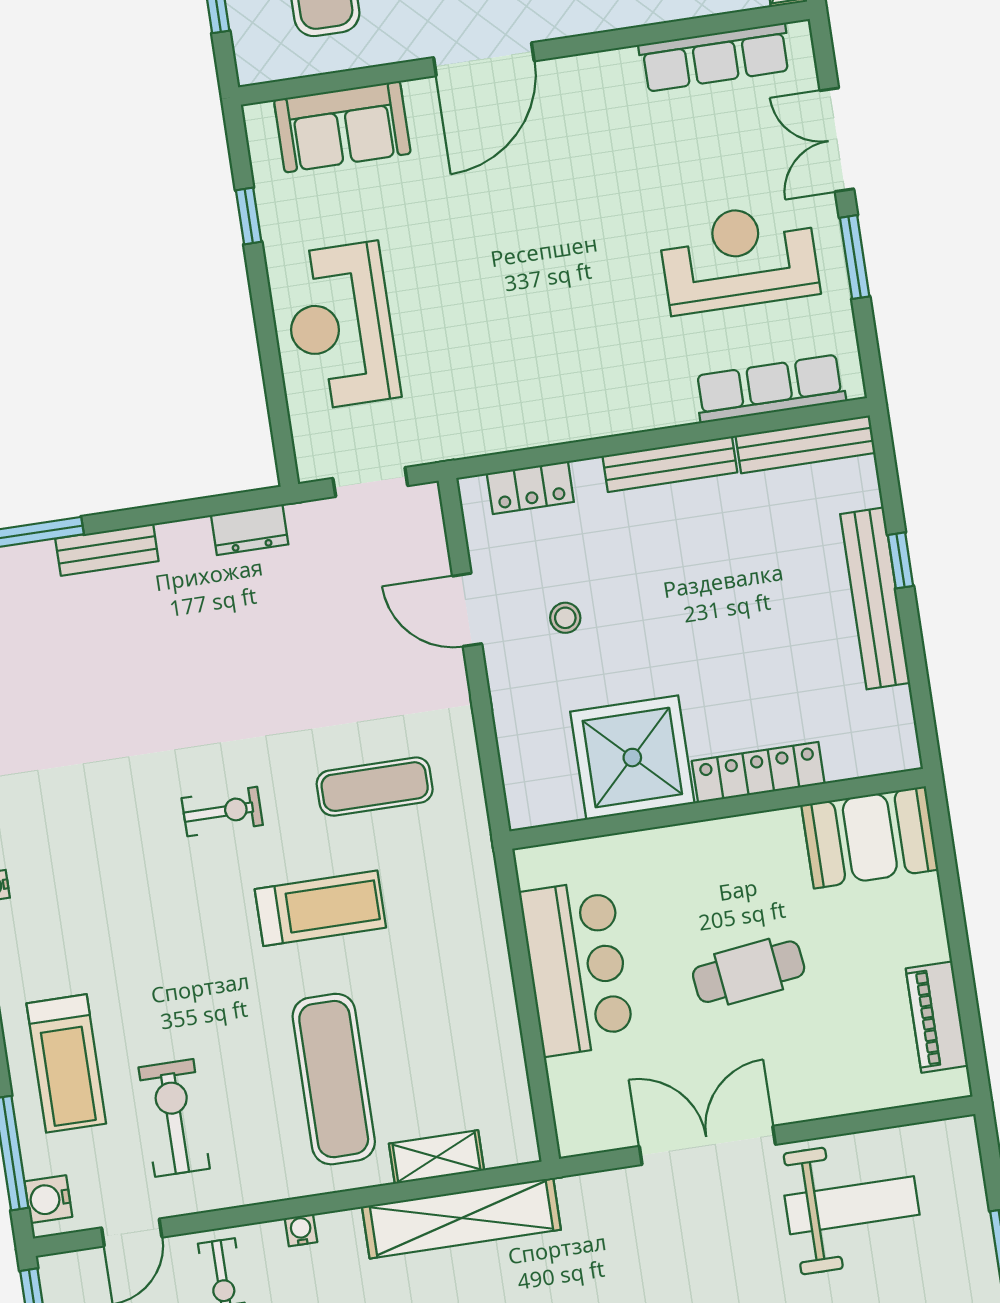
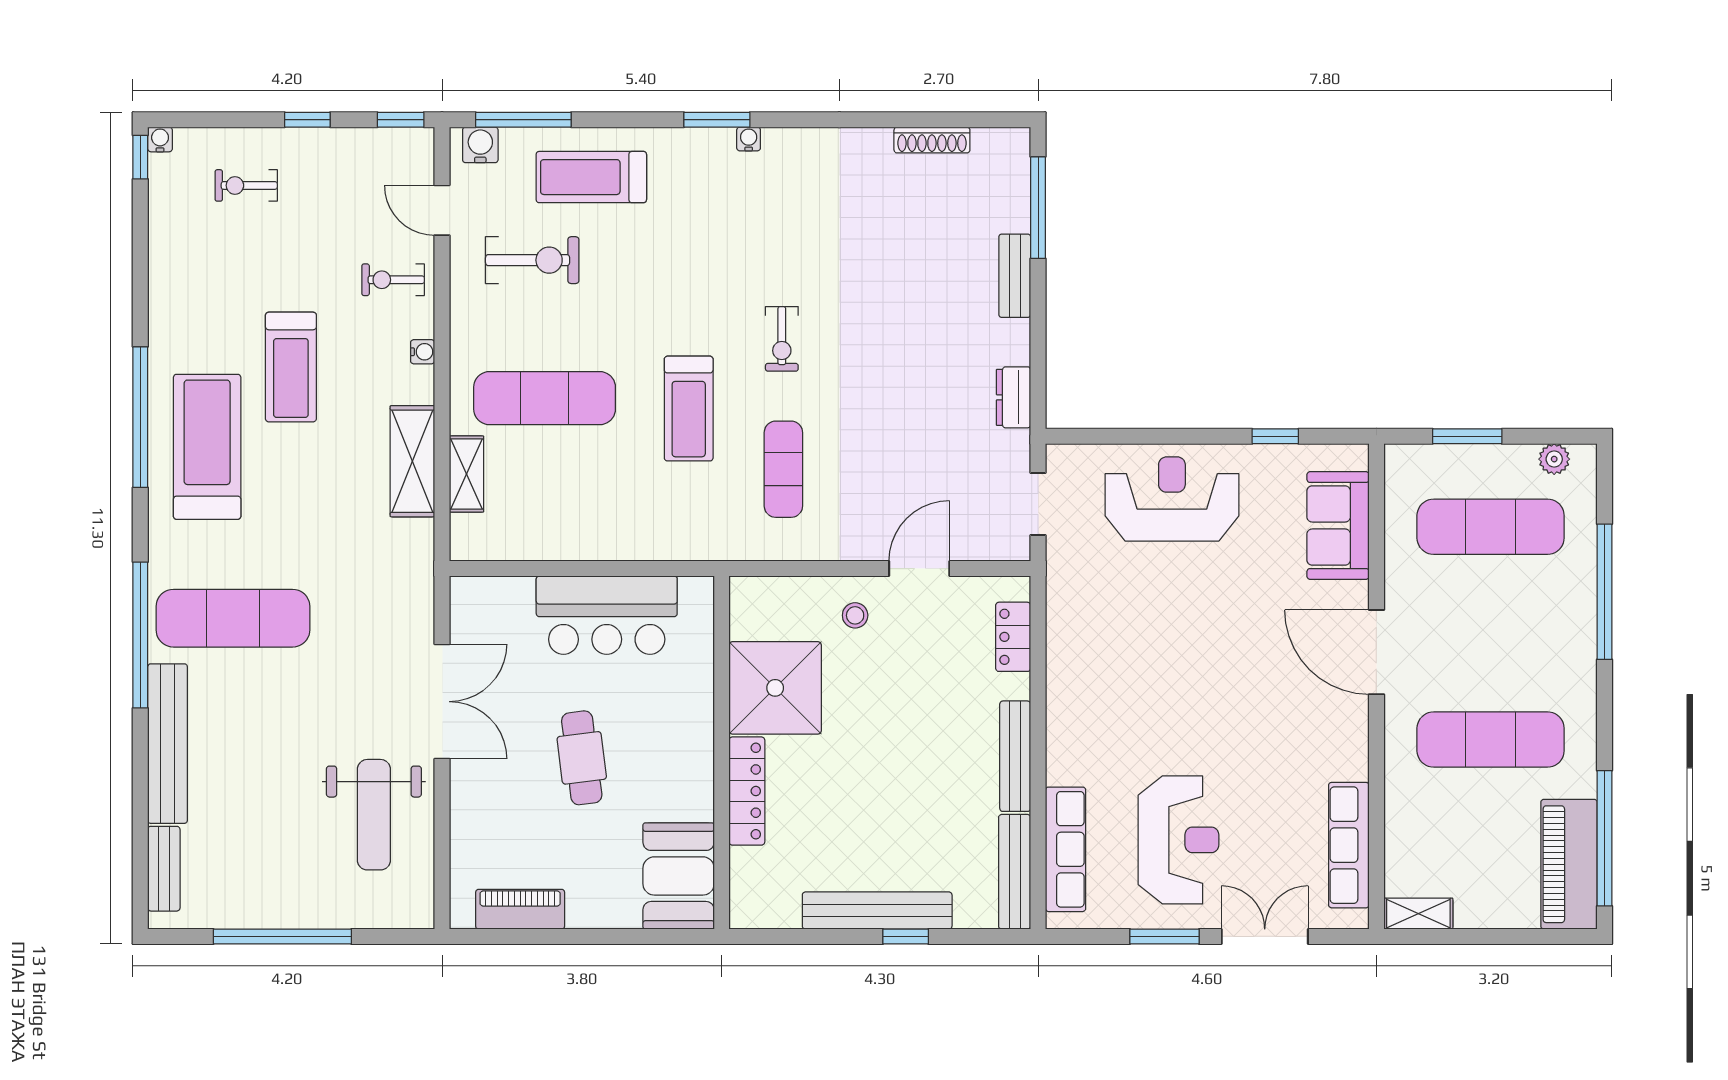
stool: (565, 618) -> (855, 615), moved
shelving: (461, 1218) -> (412, 461), width x0.68

